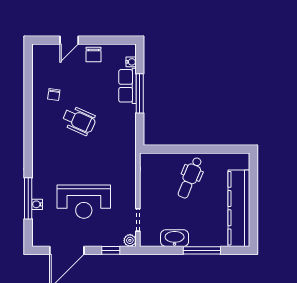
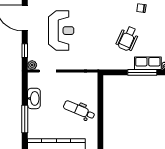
wheelchair: (79, 121) -> (128, 38), moved
reception desk: (84, 202) -> (61, 31), turned 180

